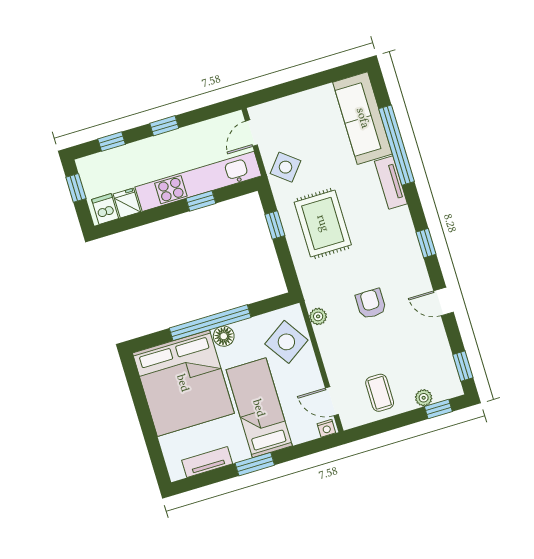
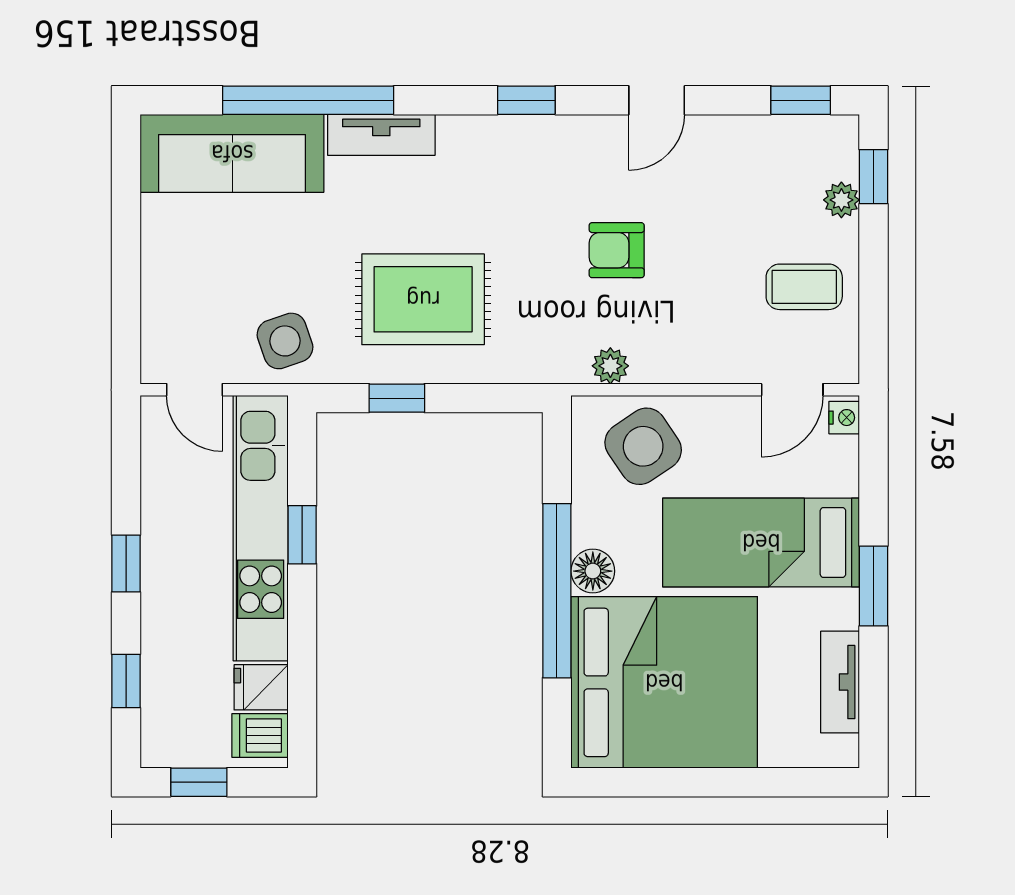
side table: (285, 167) -> (285, 341), turned 32

